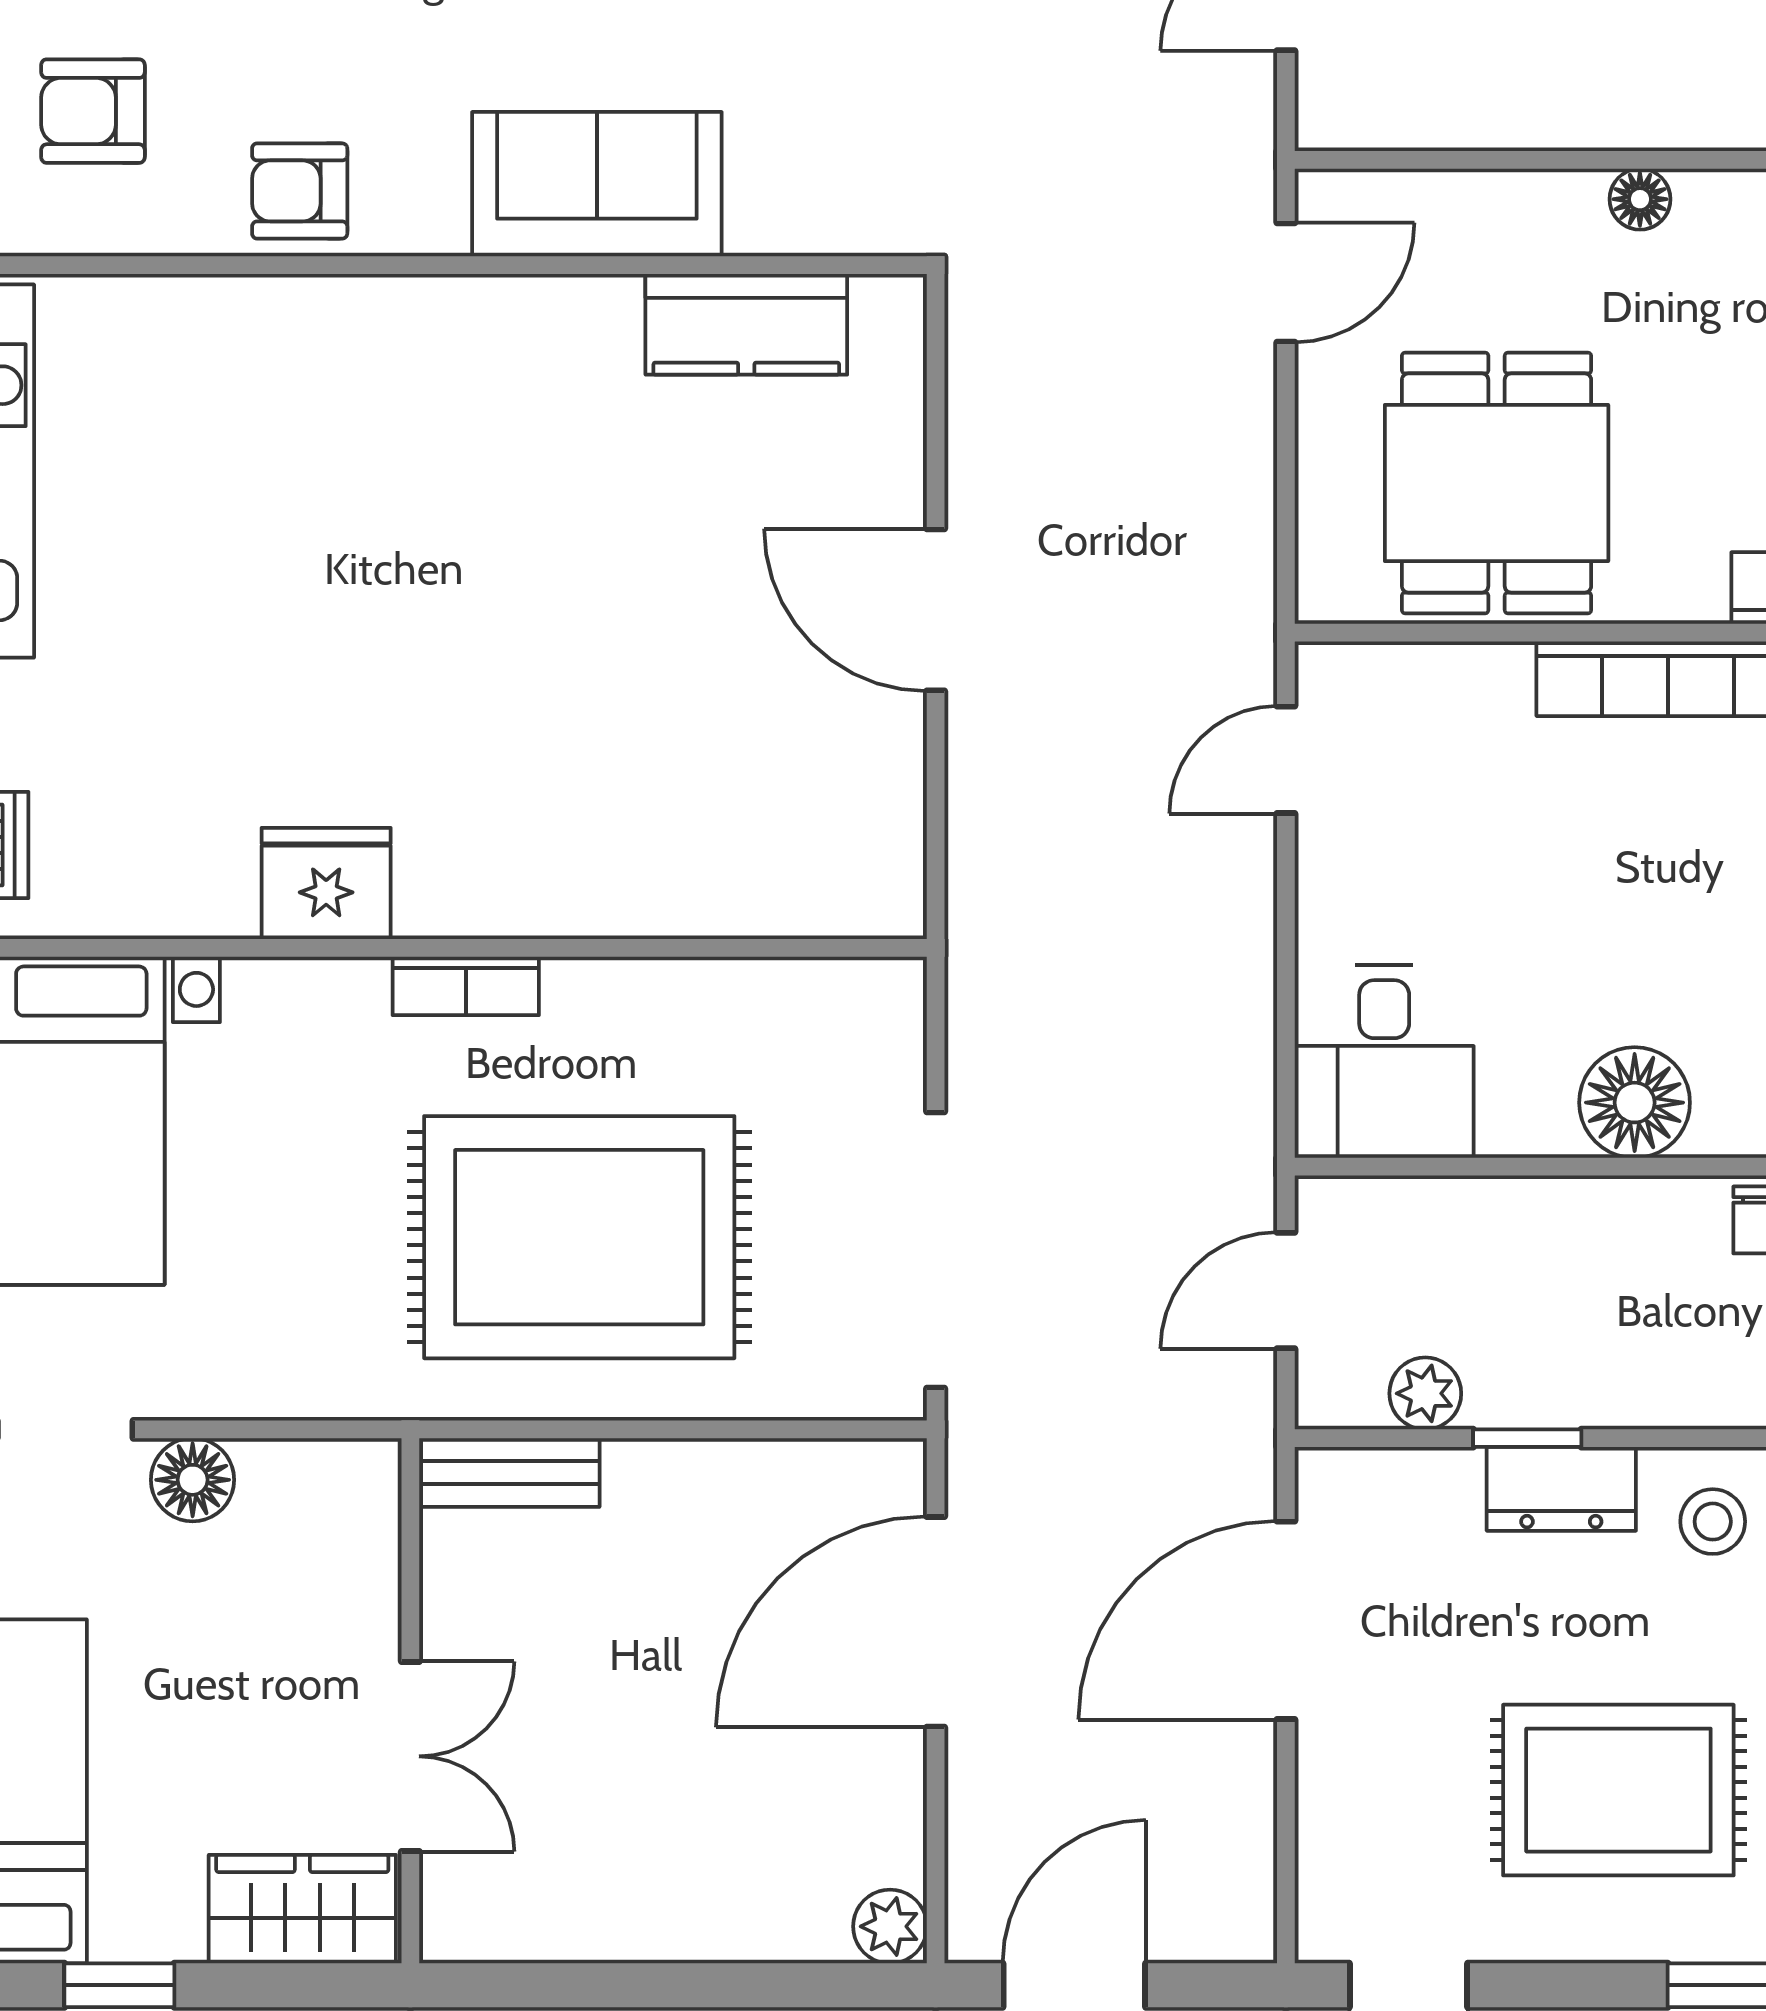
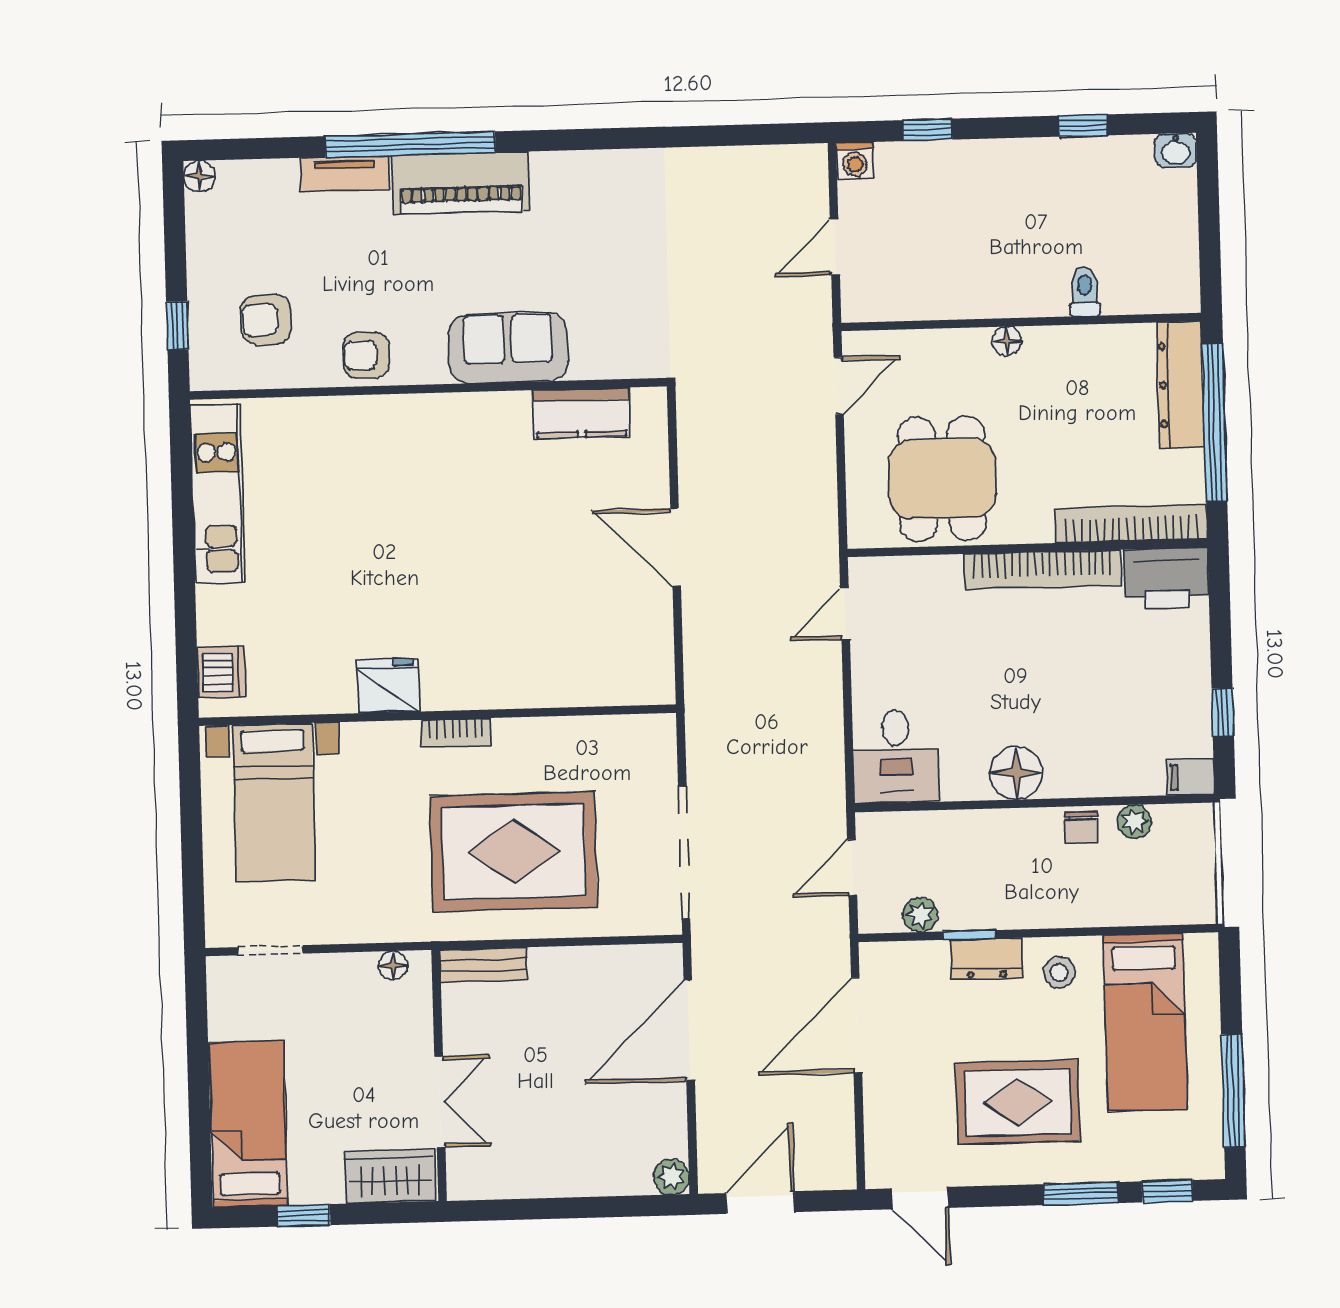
floor lamp: (193, 1480) -> (393, 966), moved, width x0.73, depth x0.73

